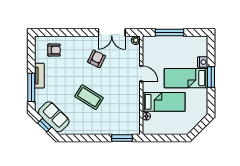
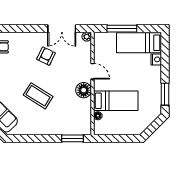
window: (211, 77) -> (165, 94), moved
bed: (186, 78) -> (139, 43), moved
floor lamp: (133, 92) -> (84, 90), added

